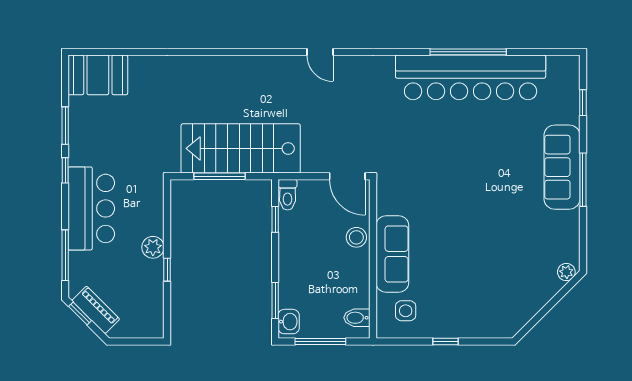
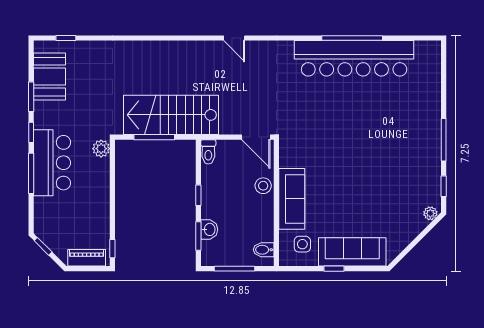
window: (109, 52) -> (66, 38), added
booth: (98, 75) -> (49, 76), moved, turned 90
window: (583, 103) -> (444, 186), moved
sofa: (562, 167) -> (352, 252), moved, turned 90
window: (275, 219) -> (198, 195), moved
plant: (153, 247) -> (101, 149), moved
window: (65, 255) -> (31, 173), moved
window: (167, 270) -> (112, 249), moved
piano: (96, 310) -> (87, 258), moved, turned -45
washbasin: (289, 322) -> (209, 229), moved

